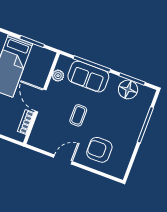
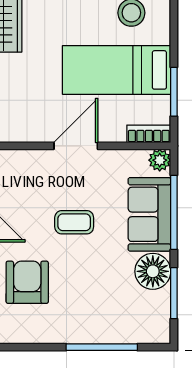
plant: (58, 76) -> (160, 160), moved
floor lamp: (128, 89) -> (153, 271), moved
bookcase: (26, 122) -> (149, 134), moved

